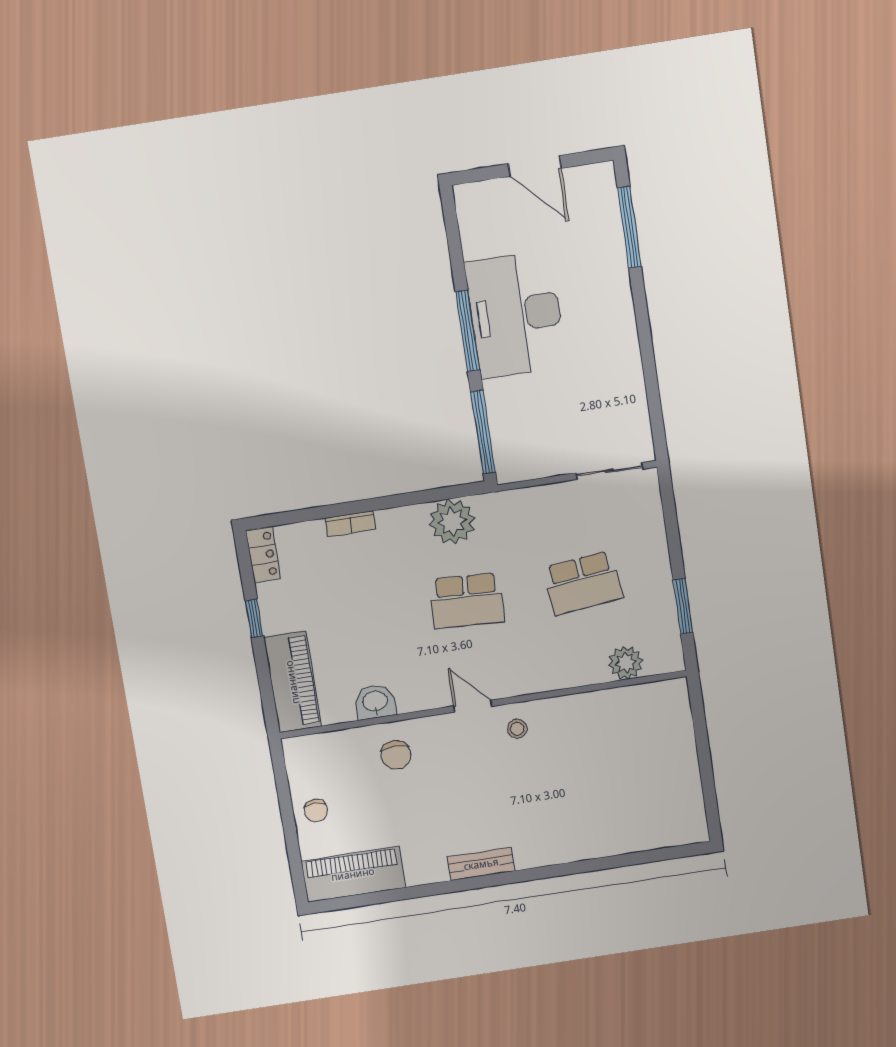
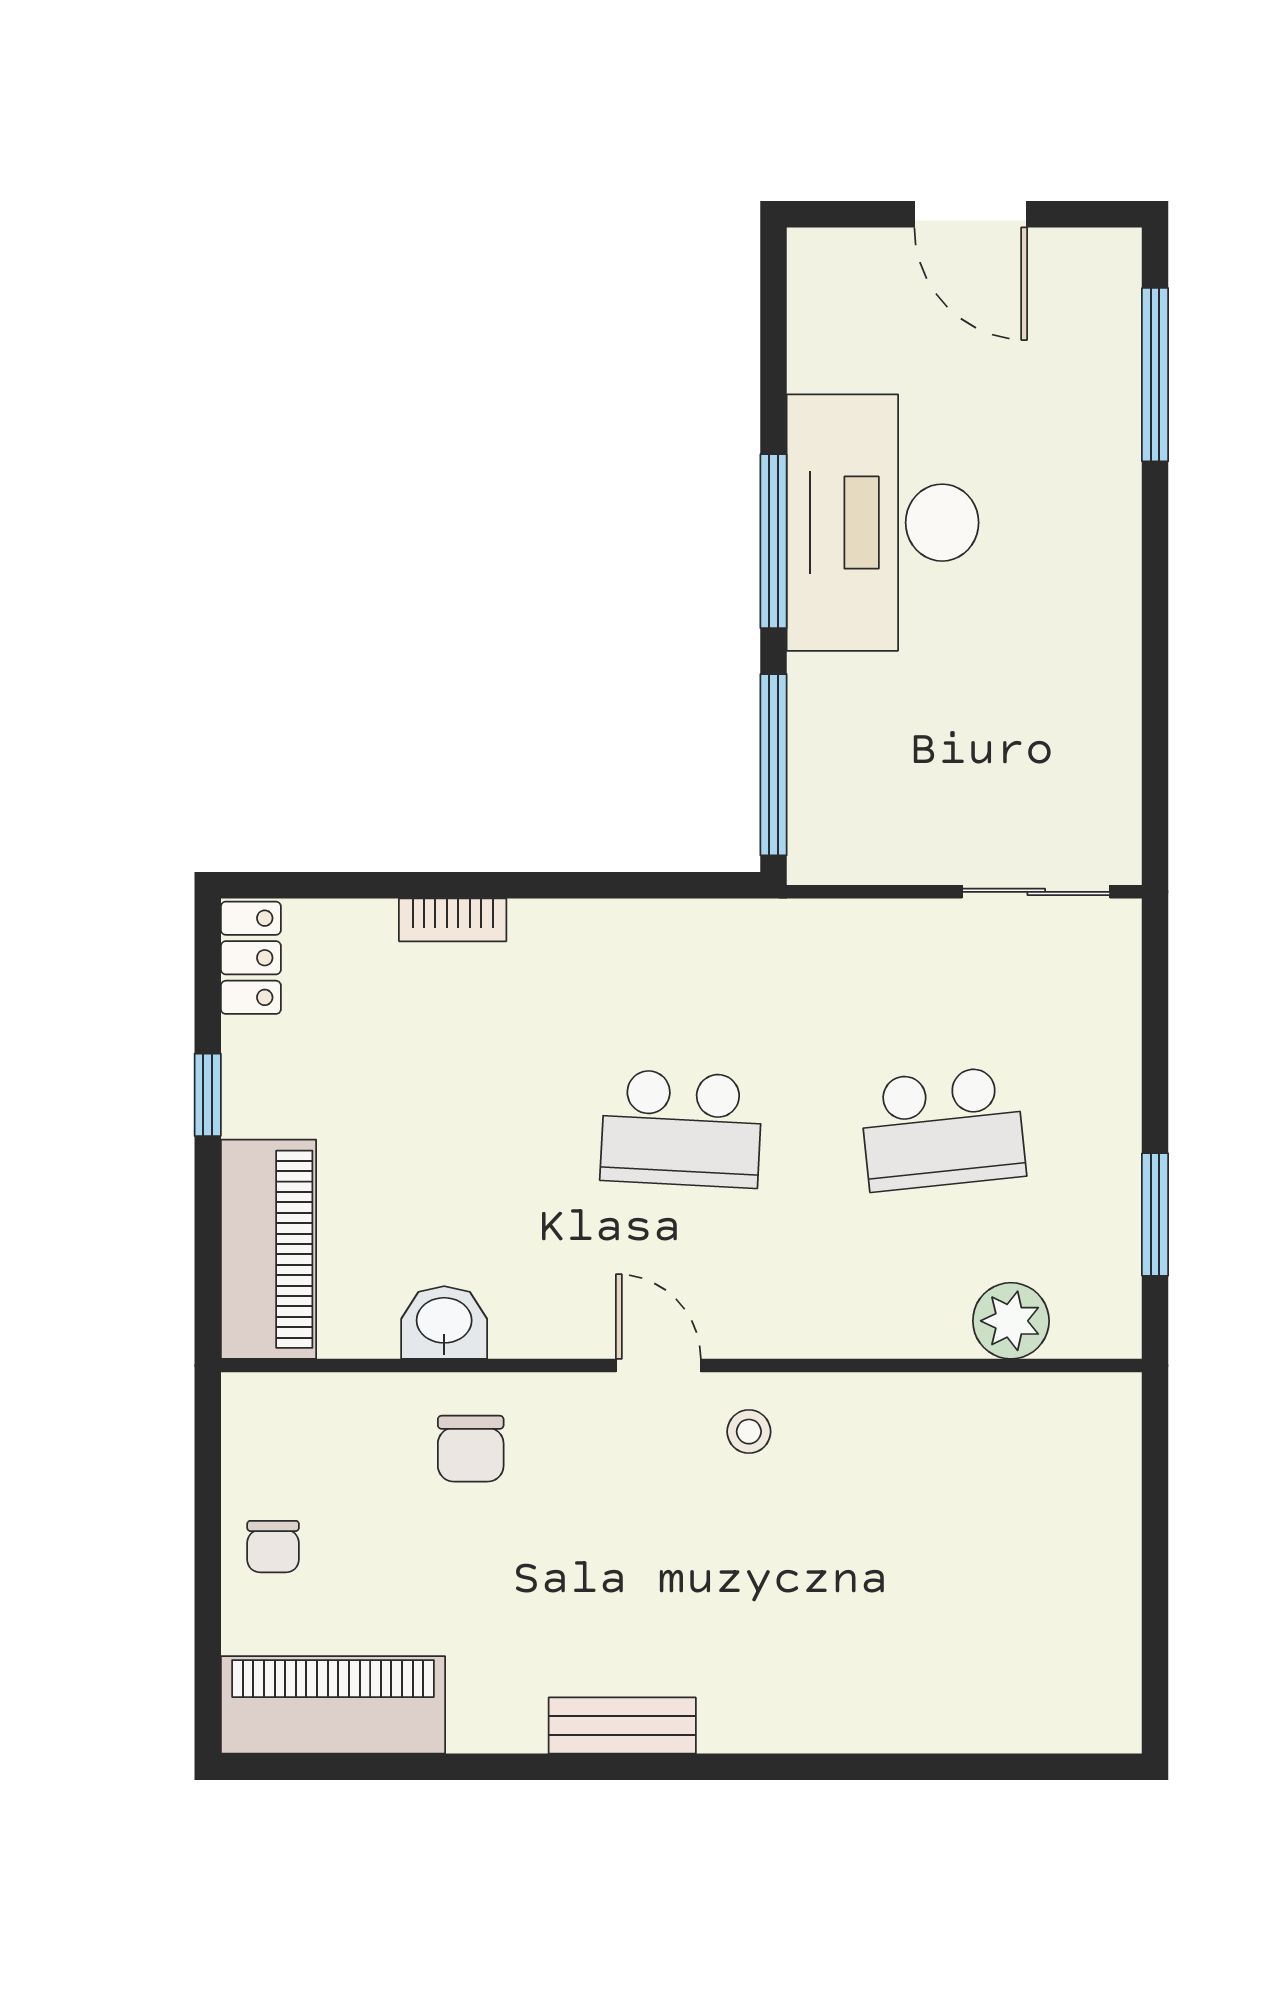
plant: (452, 522) -> (676, 949), removed

